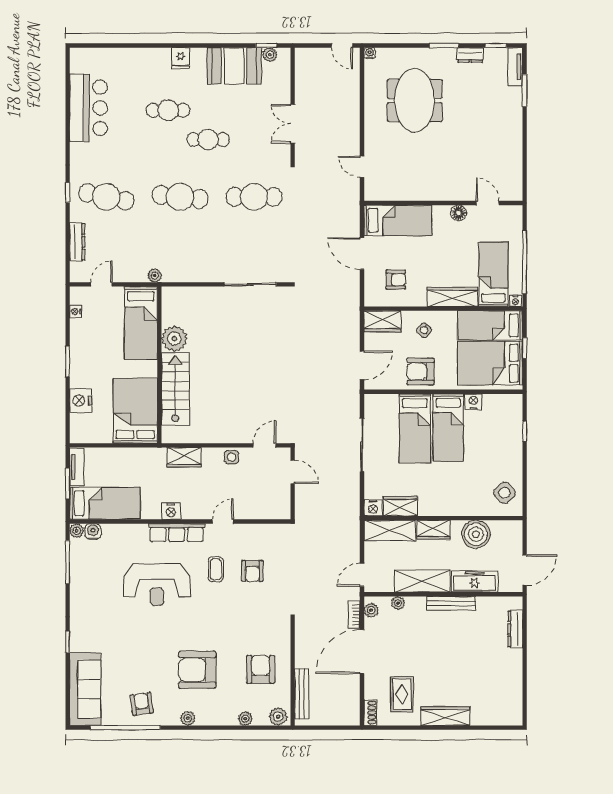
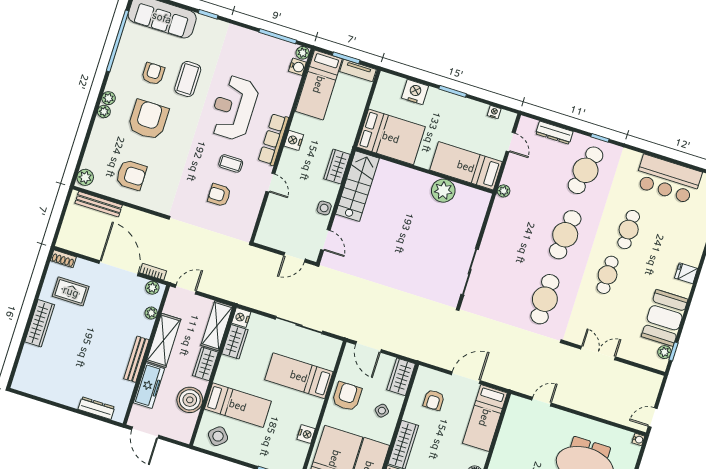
cafe table: (168, 110) -> (629, 230), moved
stairs: (175, 389) -> (357, 186), moved, turned -90
bed: (448, 427) -> (238, 405), moved, turned 180
door: (362, 575) -> (186, 289), hinge flipped
coffee table: (142, 642) -> (188, 79), added
armchair: (142, 704) -> (153, 74), moved, turned -82
plant: (245, 719) -> (104, 112), moved

